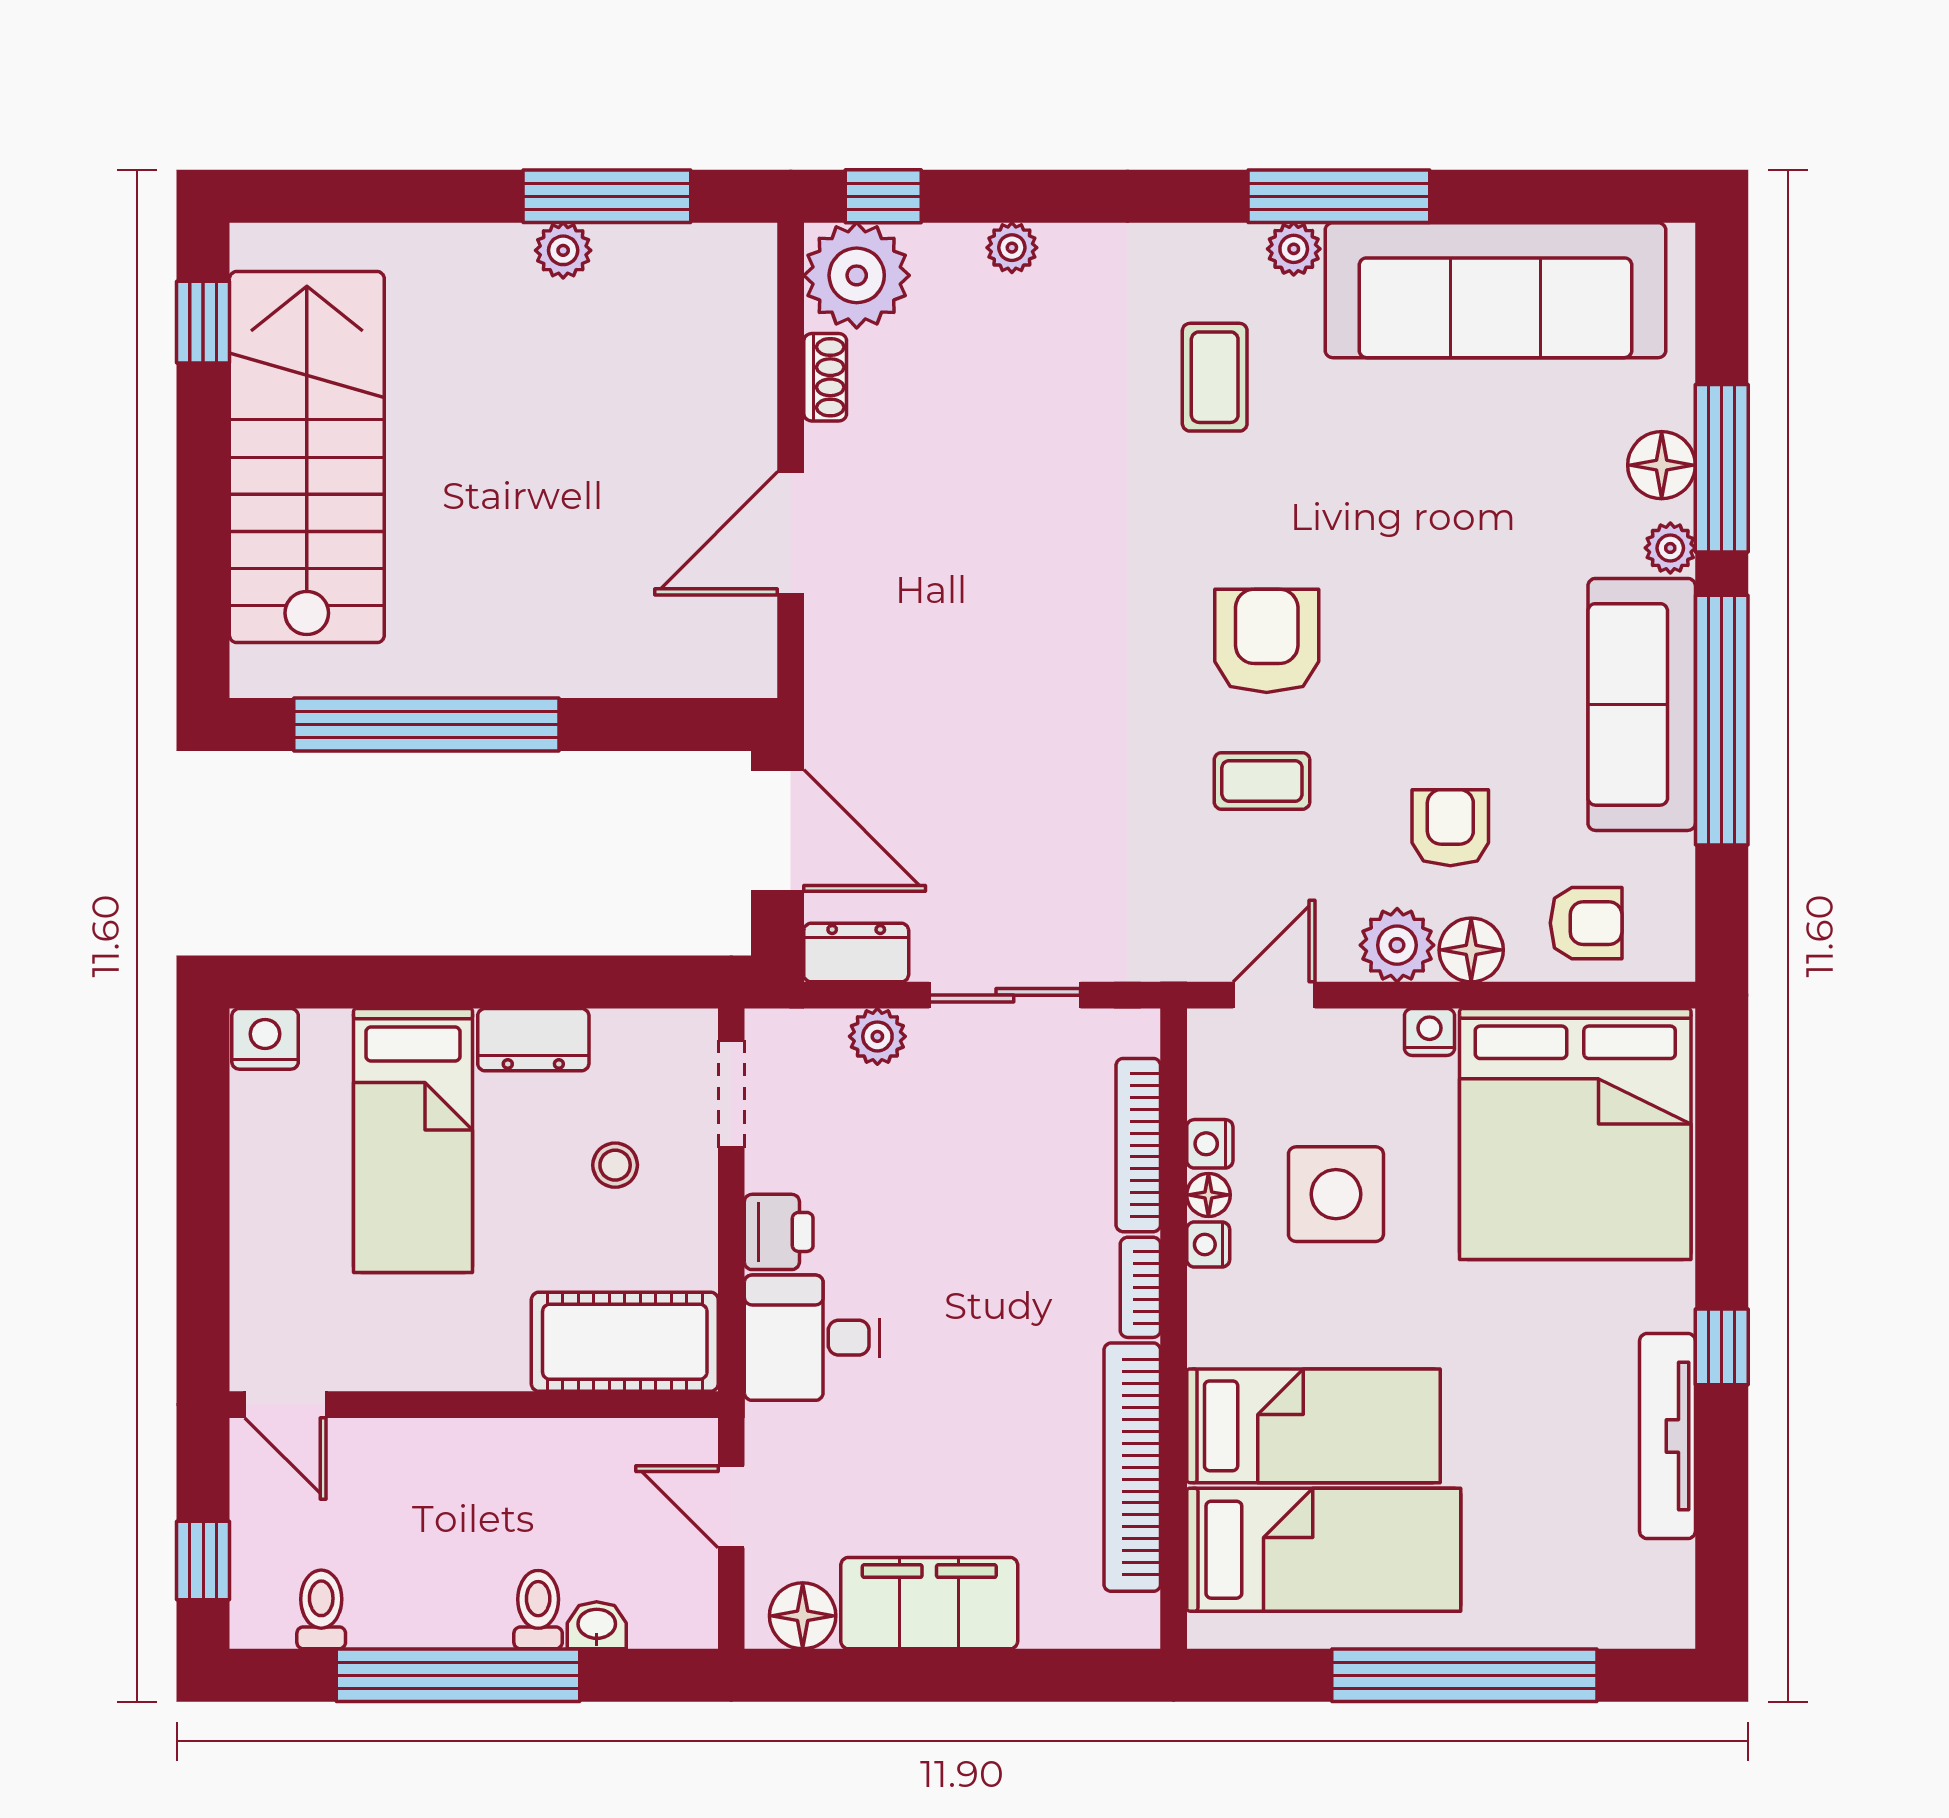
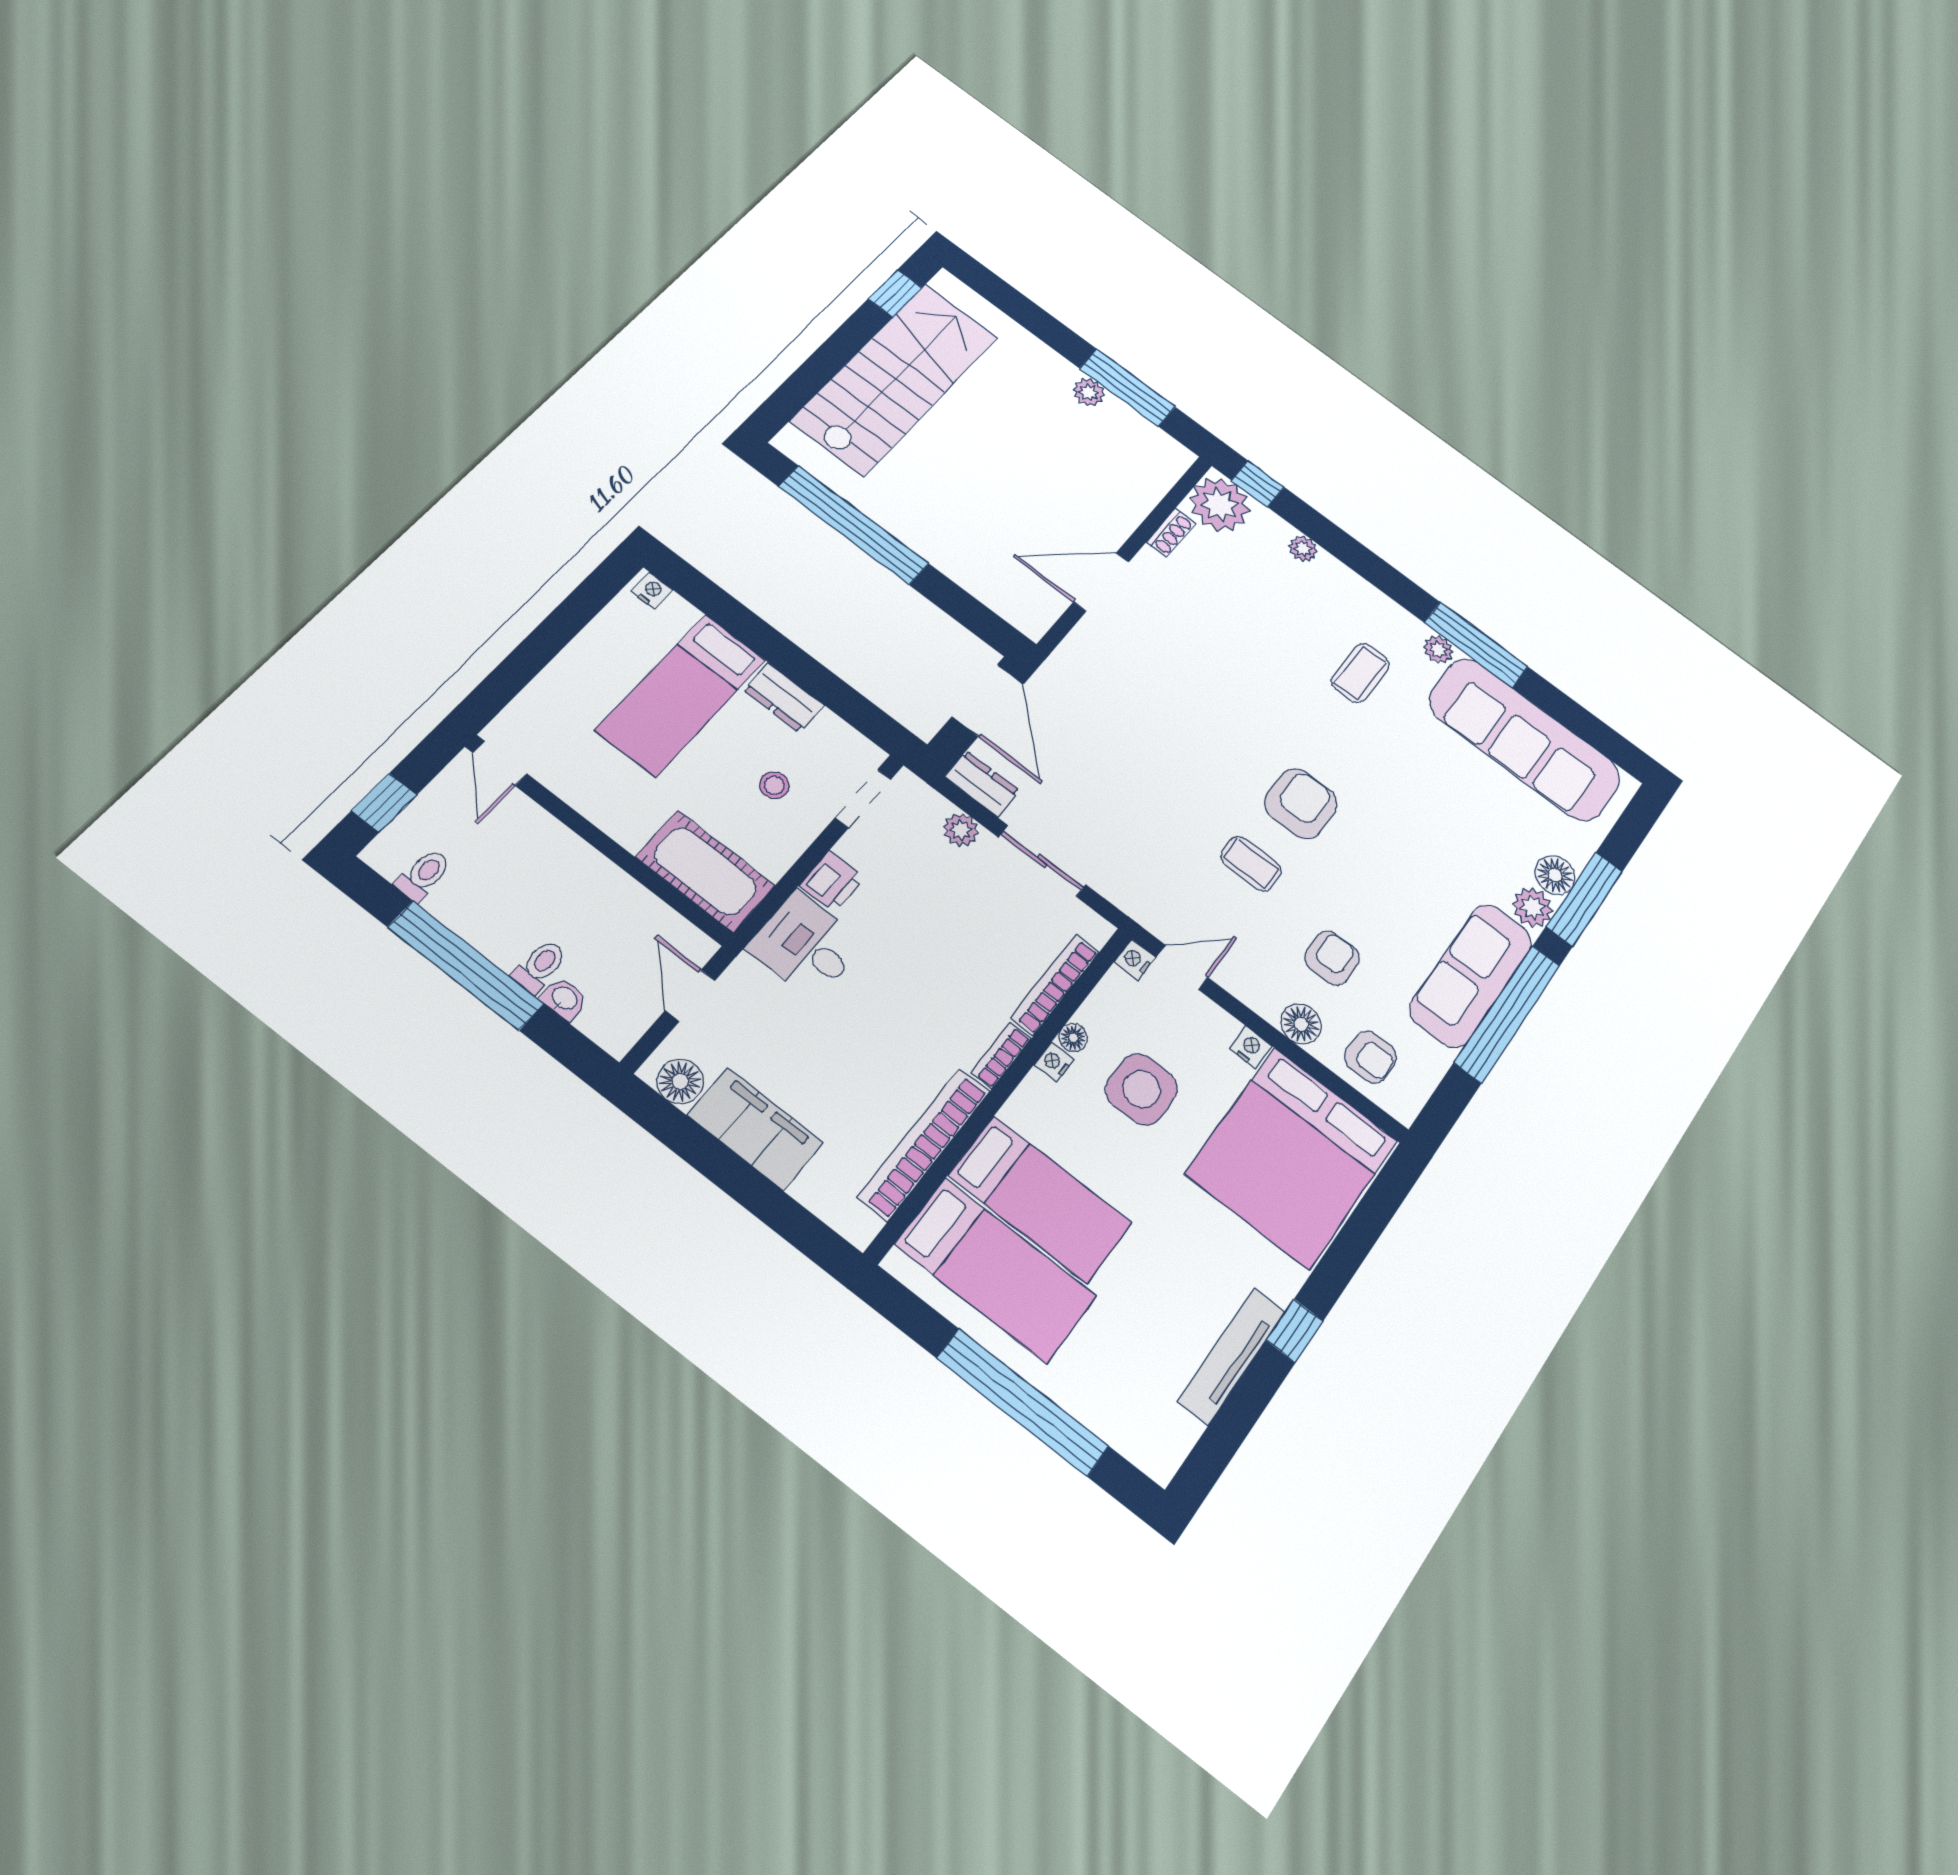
plant: (1670, 548) -> (1532, 907), width x1.38, depth x1.38
plant: (1397, 945) -> (1264, 992), removed
nightstand: (265, 1039) -> (652, 590), width x0.72, depth x0.74
nightstand: (1210, 1144) -> (1135, 960), moved

